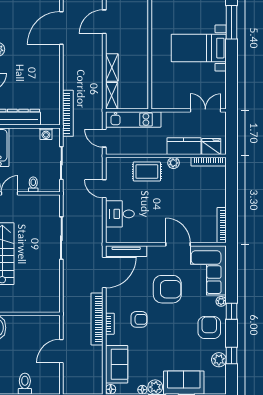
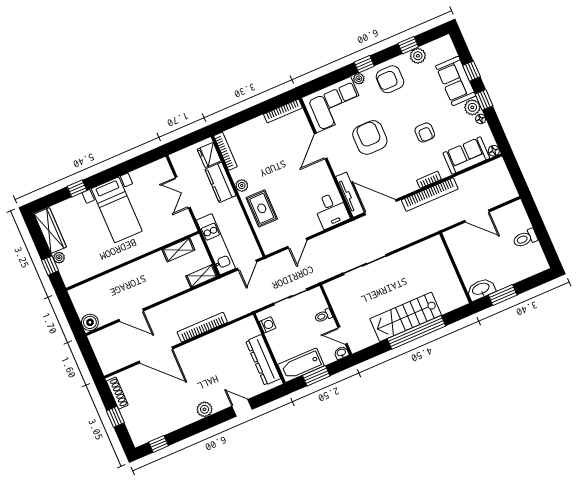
window: (231, 22) -> (77, 188), width x0.46
shelving: (112, 67) -> (178, 250), moved
double door: (205, 110) -> (183, 192), moved
bookcase: (68, 113) -> (202, 327), moved
desk: (120, 214) -> (331, 210), moved
armchair: (139, 319) -> (425, 132), moved, turned 180

